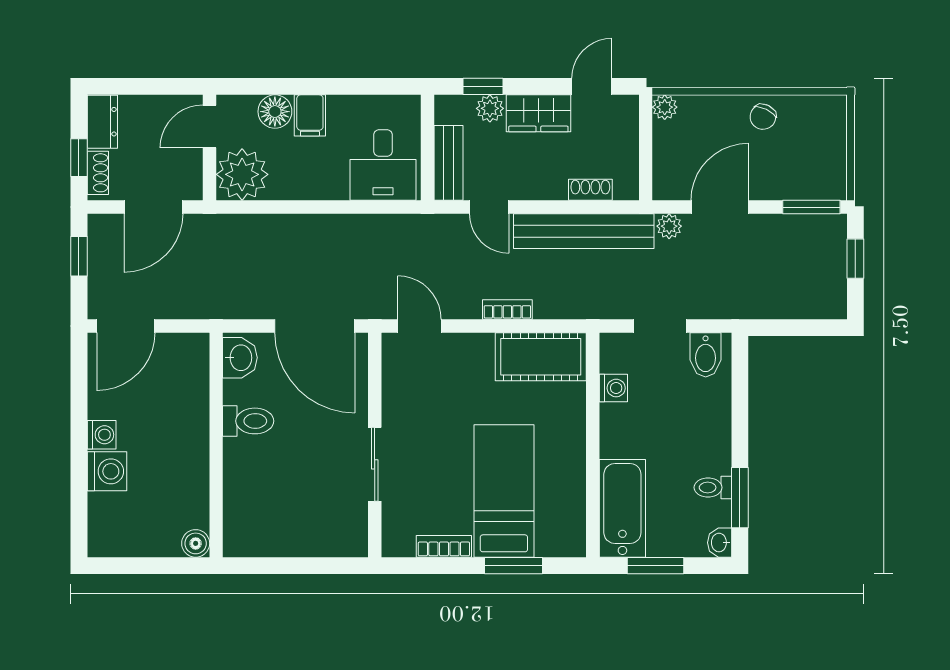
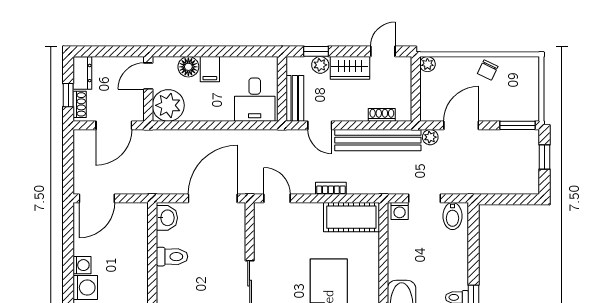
window: (79, 256) -> (68, 156), removed
door: (315, 326) -> (213, 198), swing flipped
washing machine: (613, 388) -> (400, 211), moved, turned 90

